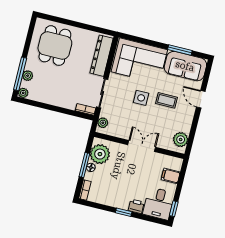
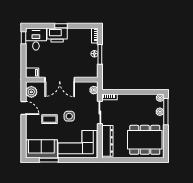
dining table: (55, 46) -> (145, 140), width x1.37
door: (201, 99) -> (23, 108), moved
double door: (142, 146) -> (60, 80), width x1.37
plant: (100, 154) -> (90, 66), removed
filing cabinet: (171, 176) -> (32, 73), moved
printer: (136, 206) -> (57, 35), width x1.87, depth x1.48

